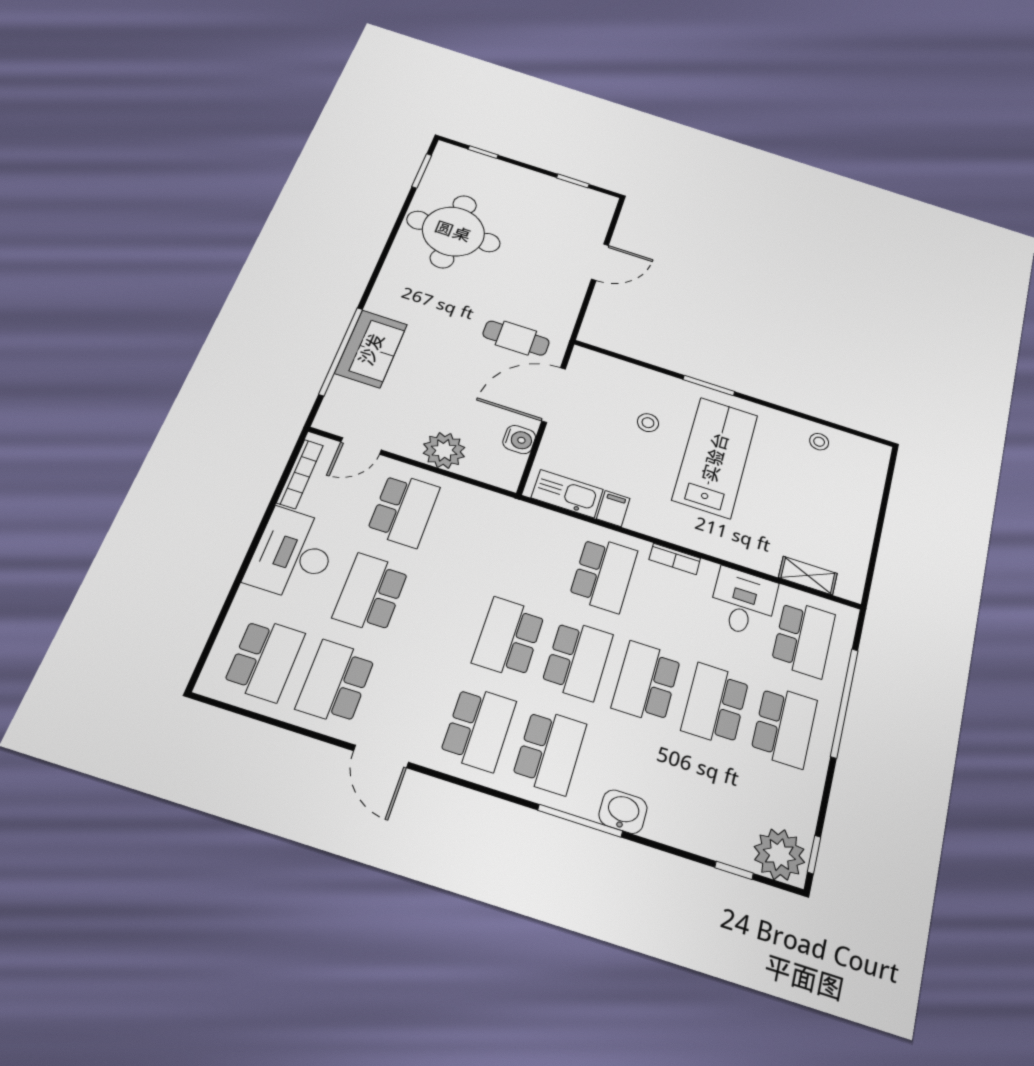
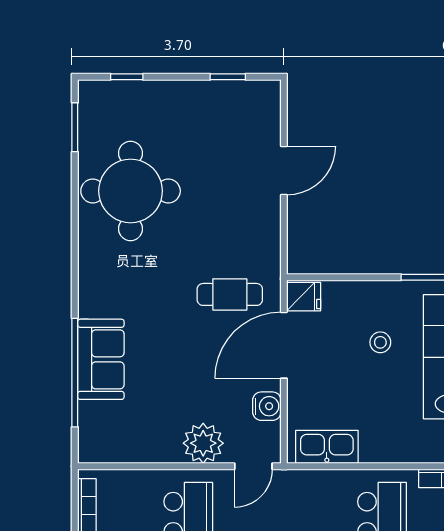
fridge: (586, 362) -> (304, 297), added
door: (361, 446) -> (253, 466), moved
filing cabinet: (613, 509) -> (373, 447), removed

